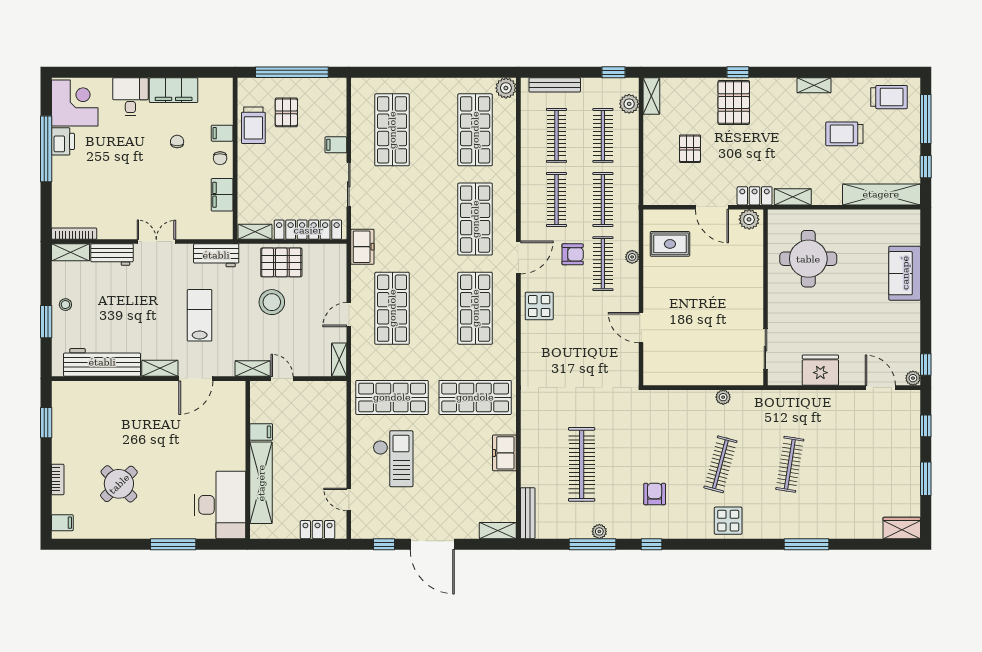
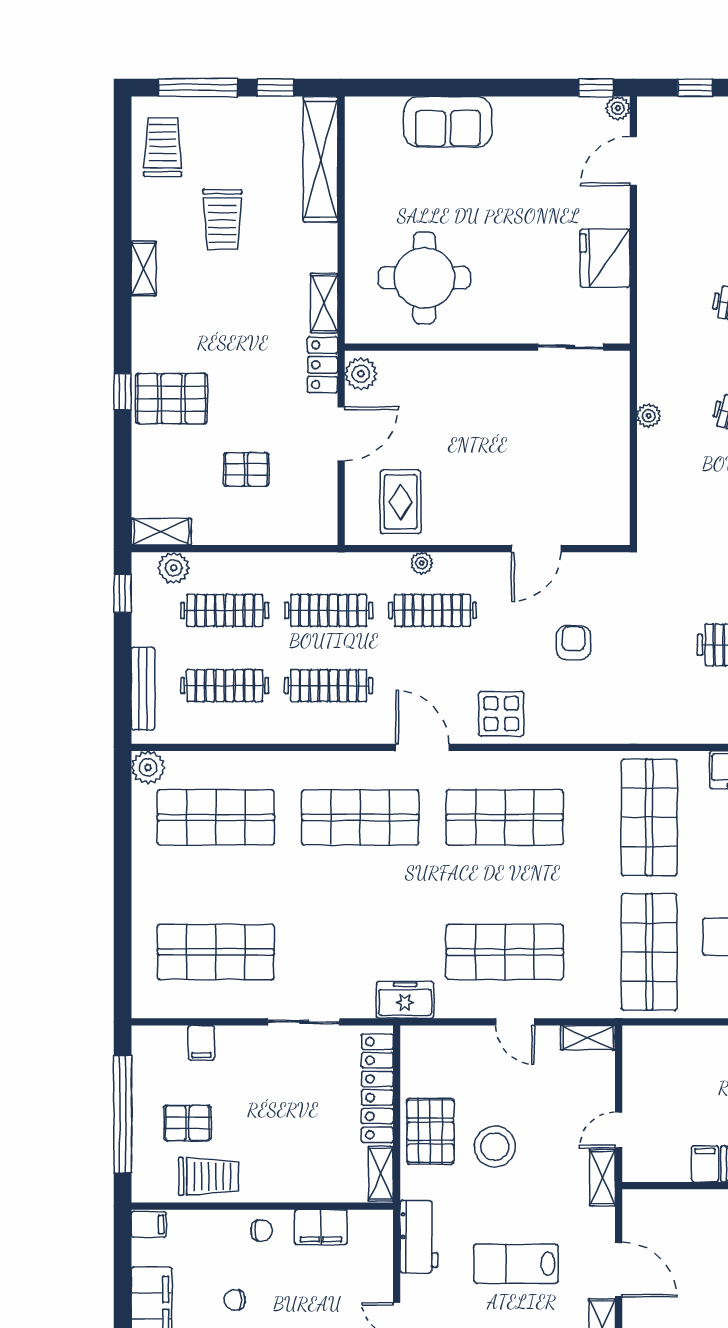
filing cabinet: (222, 133) -> (149, 1224), moved, turned -90
filing cabinet: (336, 145) -> (201, 1043), moved
armchair: (573, 254) -> (573, 643), moved

